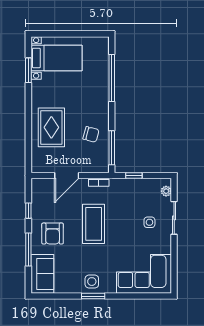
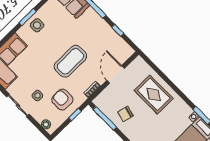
sliding door: (174, 218) -> (18, 106), moved
coffee table: (94, 224) -> (70, 61), turned 90
armchair: (53, 234) -> (62, 100), moved

